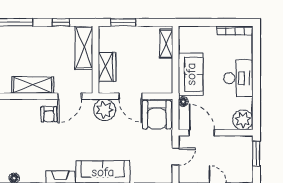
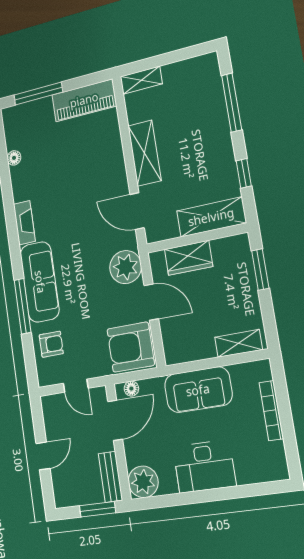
bookcase: (235, 30) -> (271, 411), moved
door: (130, 96) -> (151, 302), swing flipped
floor lamp: (183, 102) -> (131, 389), moved
armchair: (49, 114) -> (51, 344), moved, turned 180
bench: (237, 141) -> (110, 477), added

